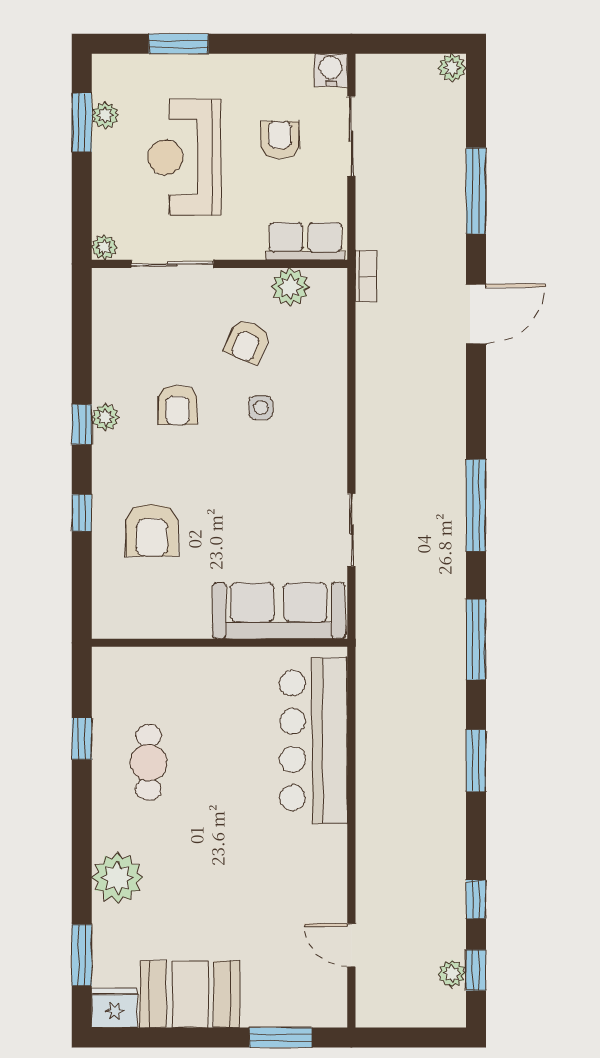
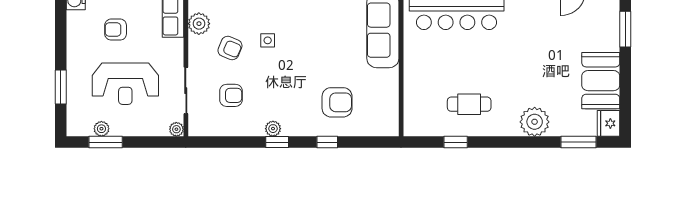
armchair: (177, 405) -> (231, 95), moved

